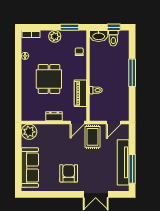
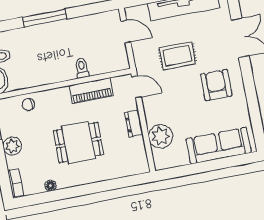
plant: (29, 132) -> (161, 136), moved
rug: (93, 137) -> (177, 56), moved
armchair: (69, 173) -> (216, 85), turned 90

